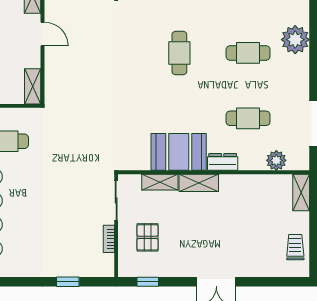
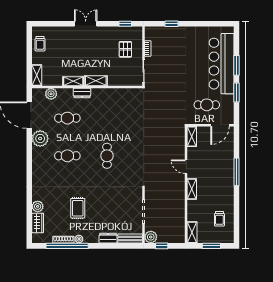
plant: (295, 40) -> (40, 139), moved
booth: (179, 152) -> (107, 99), removed
shelving: (160, 182) -> (73, 81), moved

